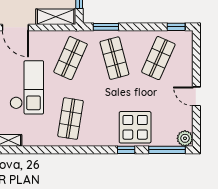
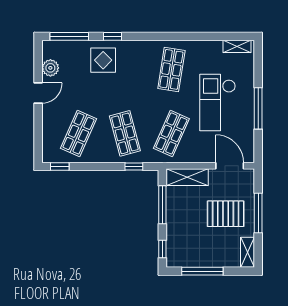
window: (106, 27) -> (134, 166), width x0.67
door: (196, 96) -> (38, 93), hinge flipped
display table: (135, 127) -> (103, 60), width x0.73, depth x0.73
plant: (185, 138) -> (50, 68), moved

